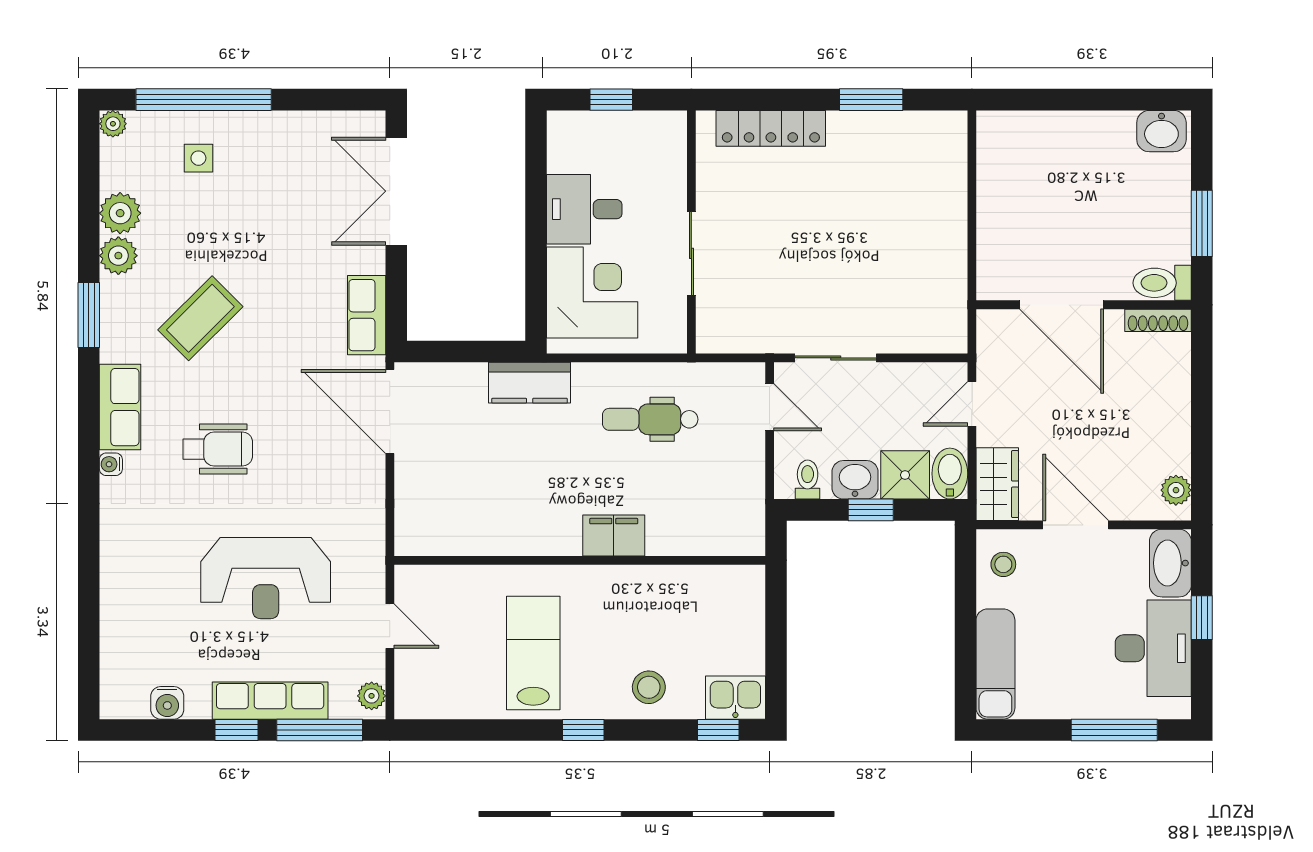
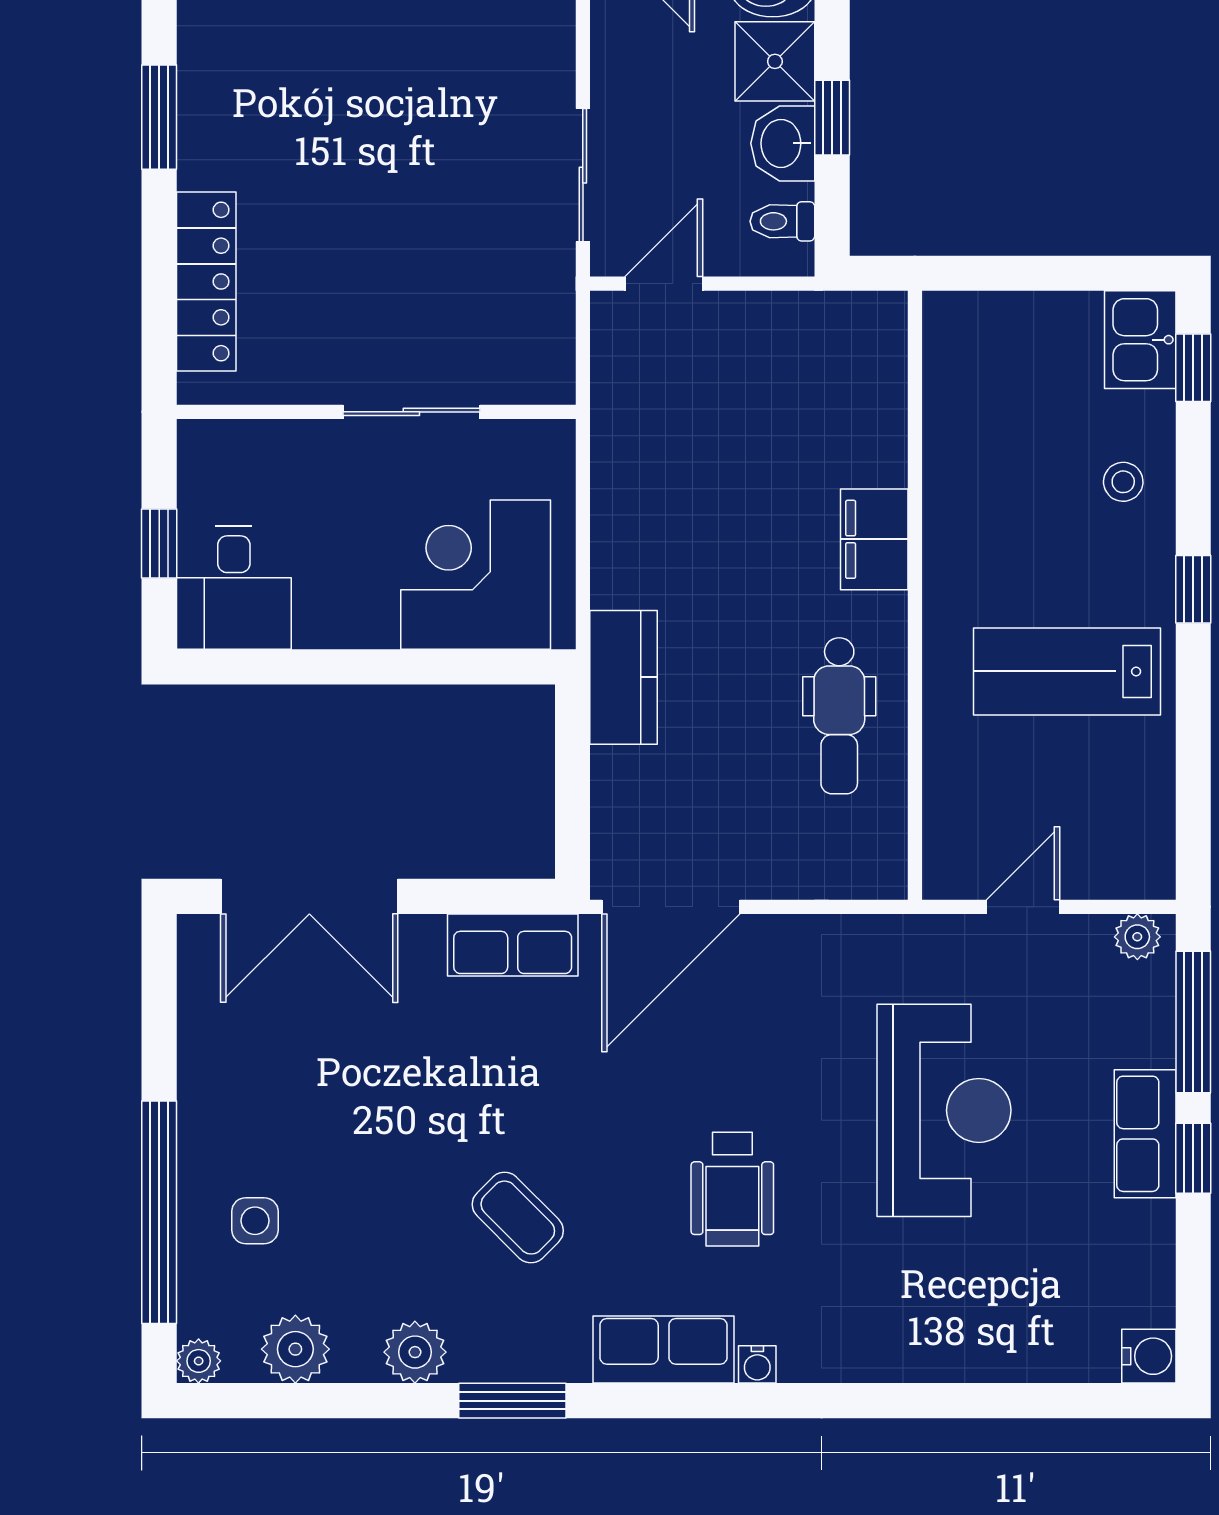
desk: (584, 209) -> (234, 588), moved
plant: (120, 213) -> (295, 1349), moved
coffee table: (200, 318) -> (518, 1218), width x0.73, depth x0.77
dental chair: (650, 419) -> (839, 716), moved
wheelchair: (218, 449) -> (732, 1189), turned 180
stool: (649, 687) -> (1123, 482), width x0.73, depth x0.73
row of seats: (270, 701) -> (1145, 1134), width x0.68
water cooler: (167, 703) -> (1149, 1356), moved

